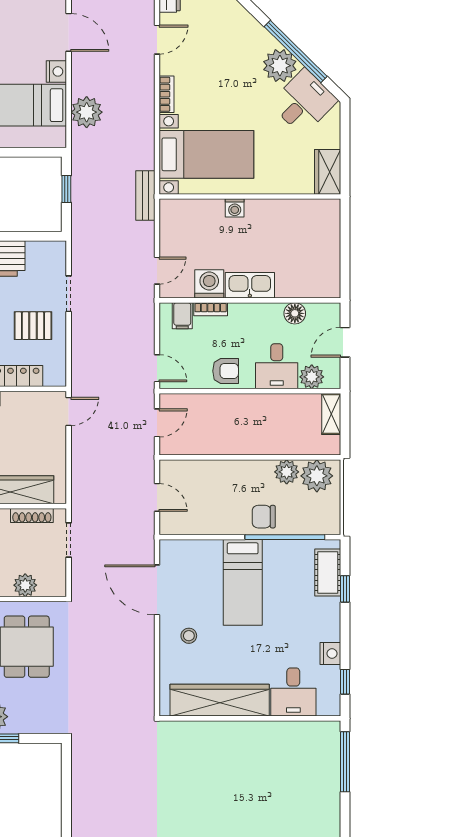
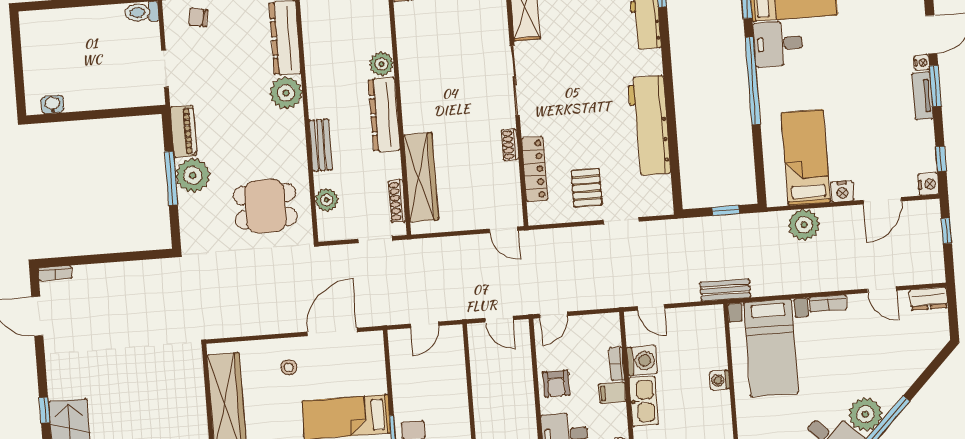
filing cabinet: (182, 316) -> (612, 393), moved

